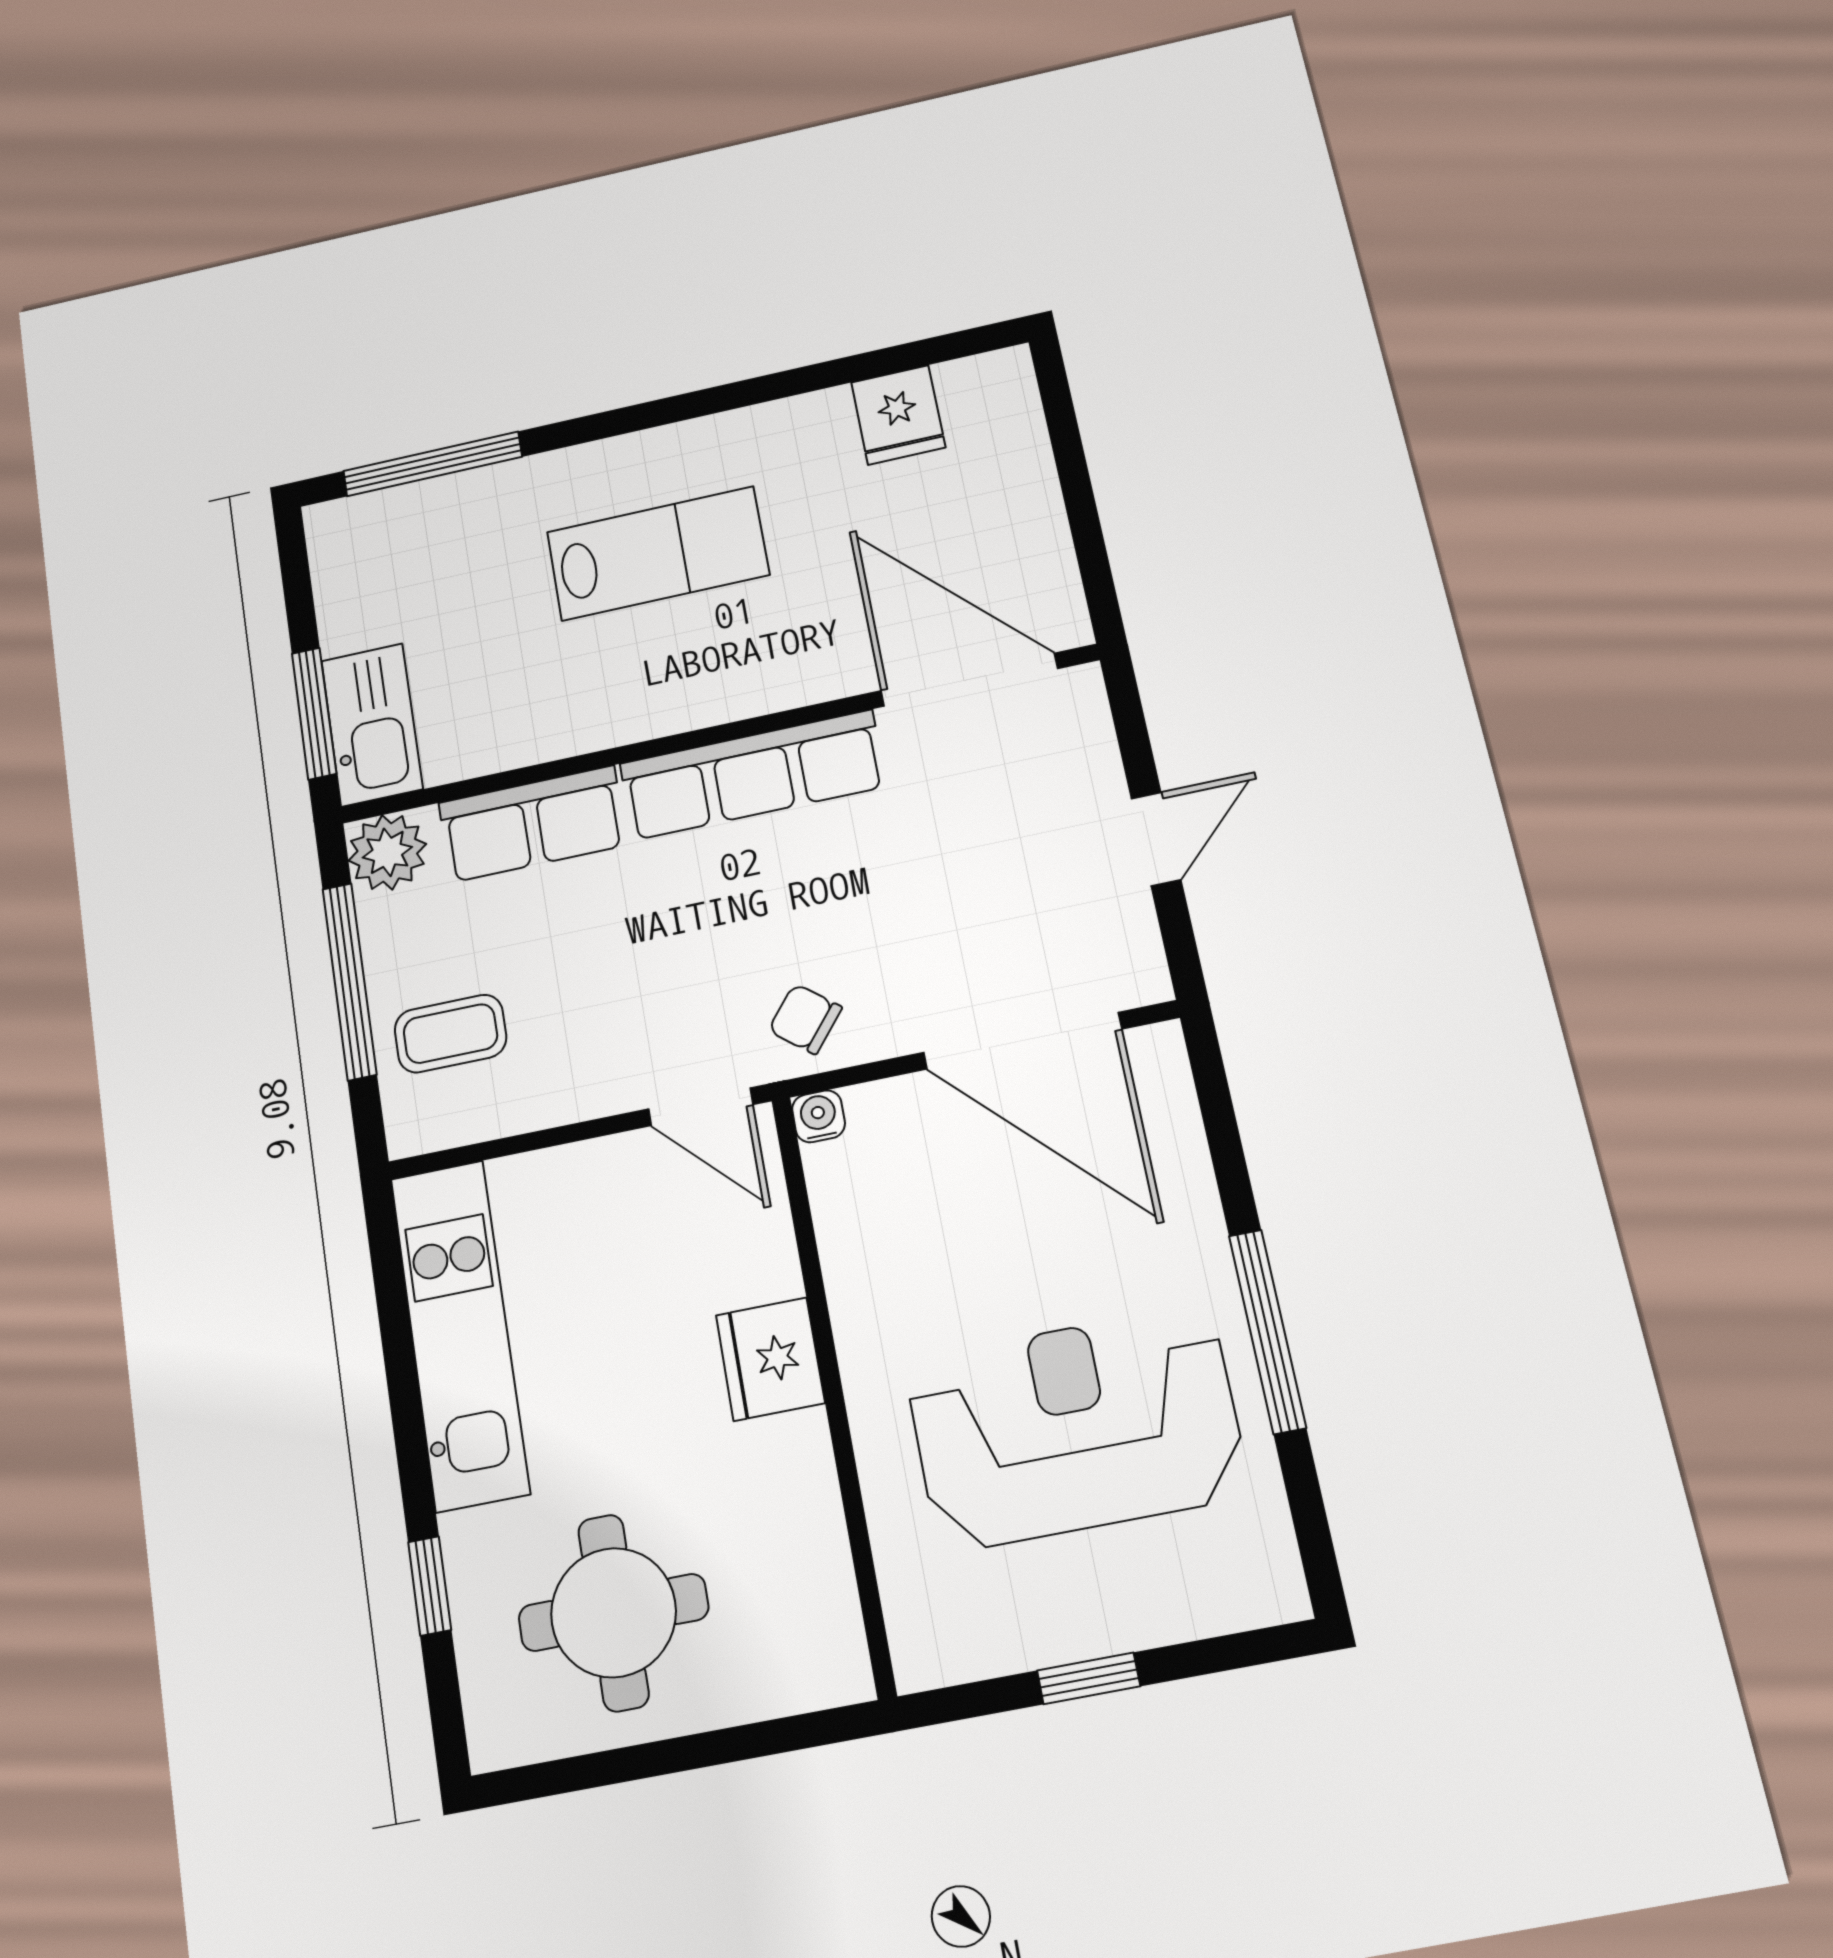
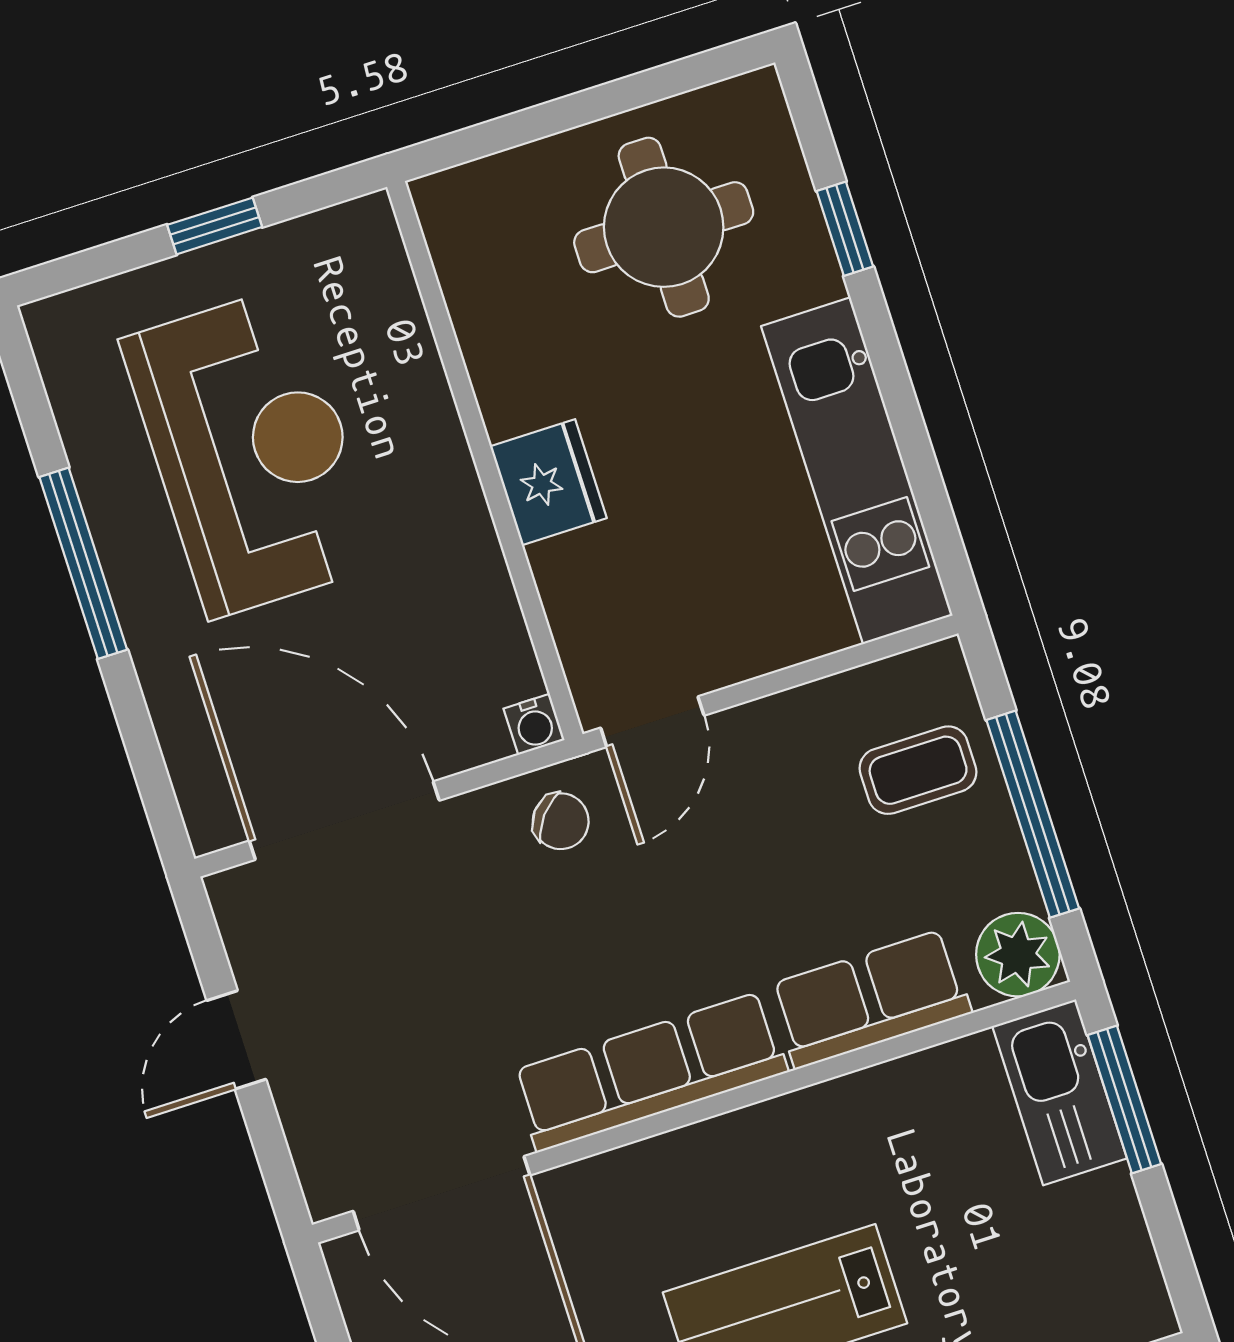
door: (701, 1107) -> (652, 722), swing flipped
reception desk: (1075, 1428) -> (252, 452), turned -90

